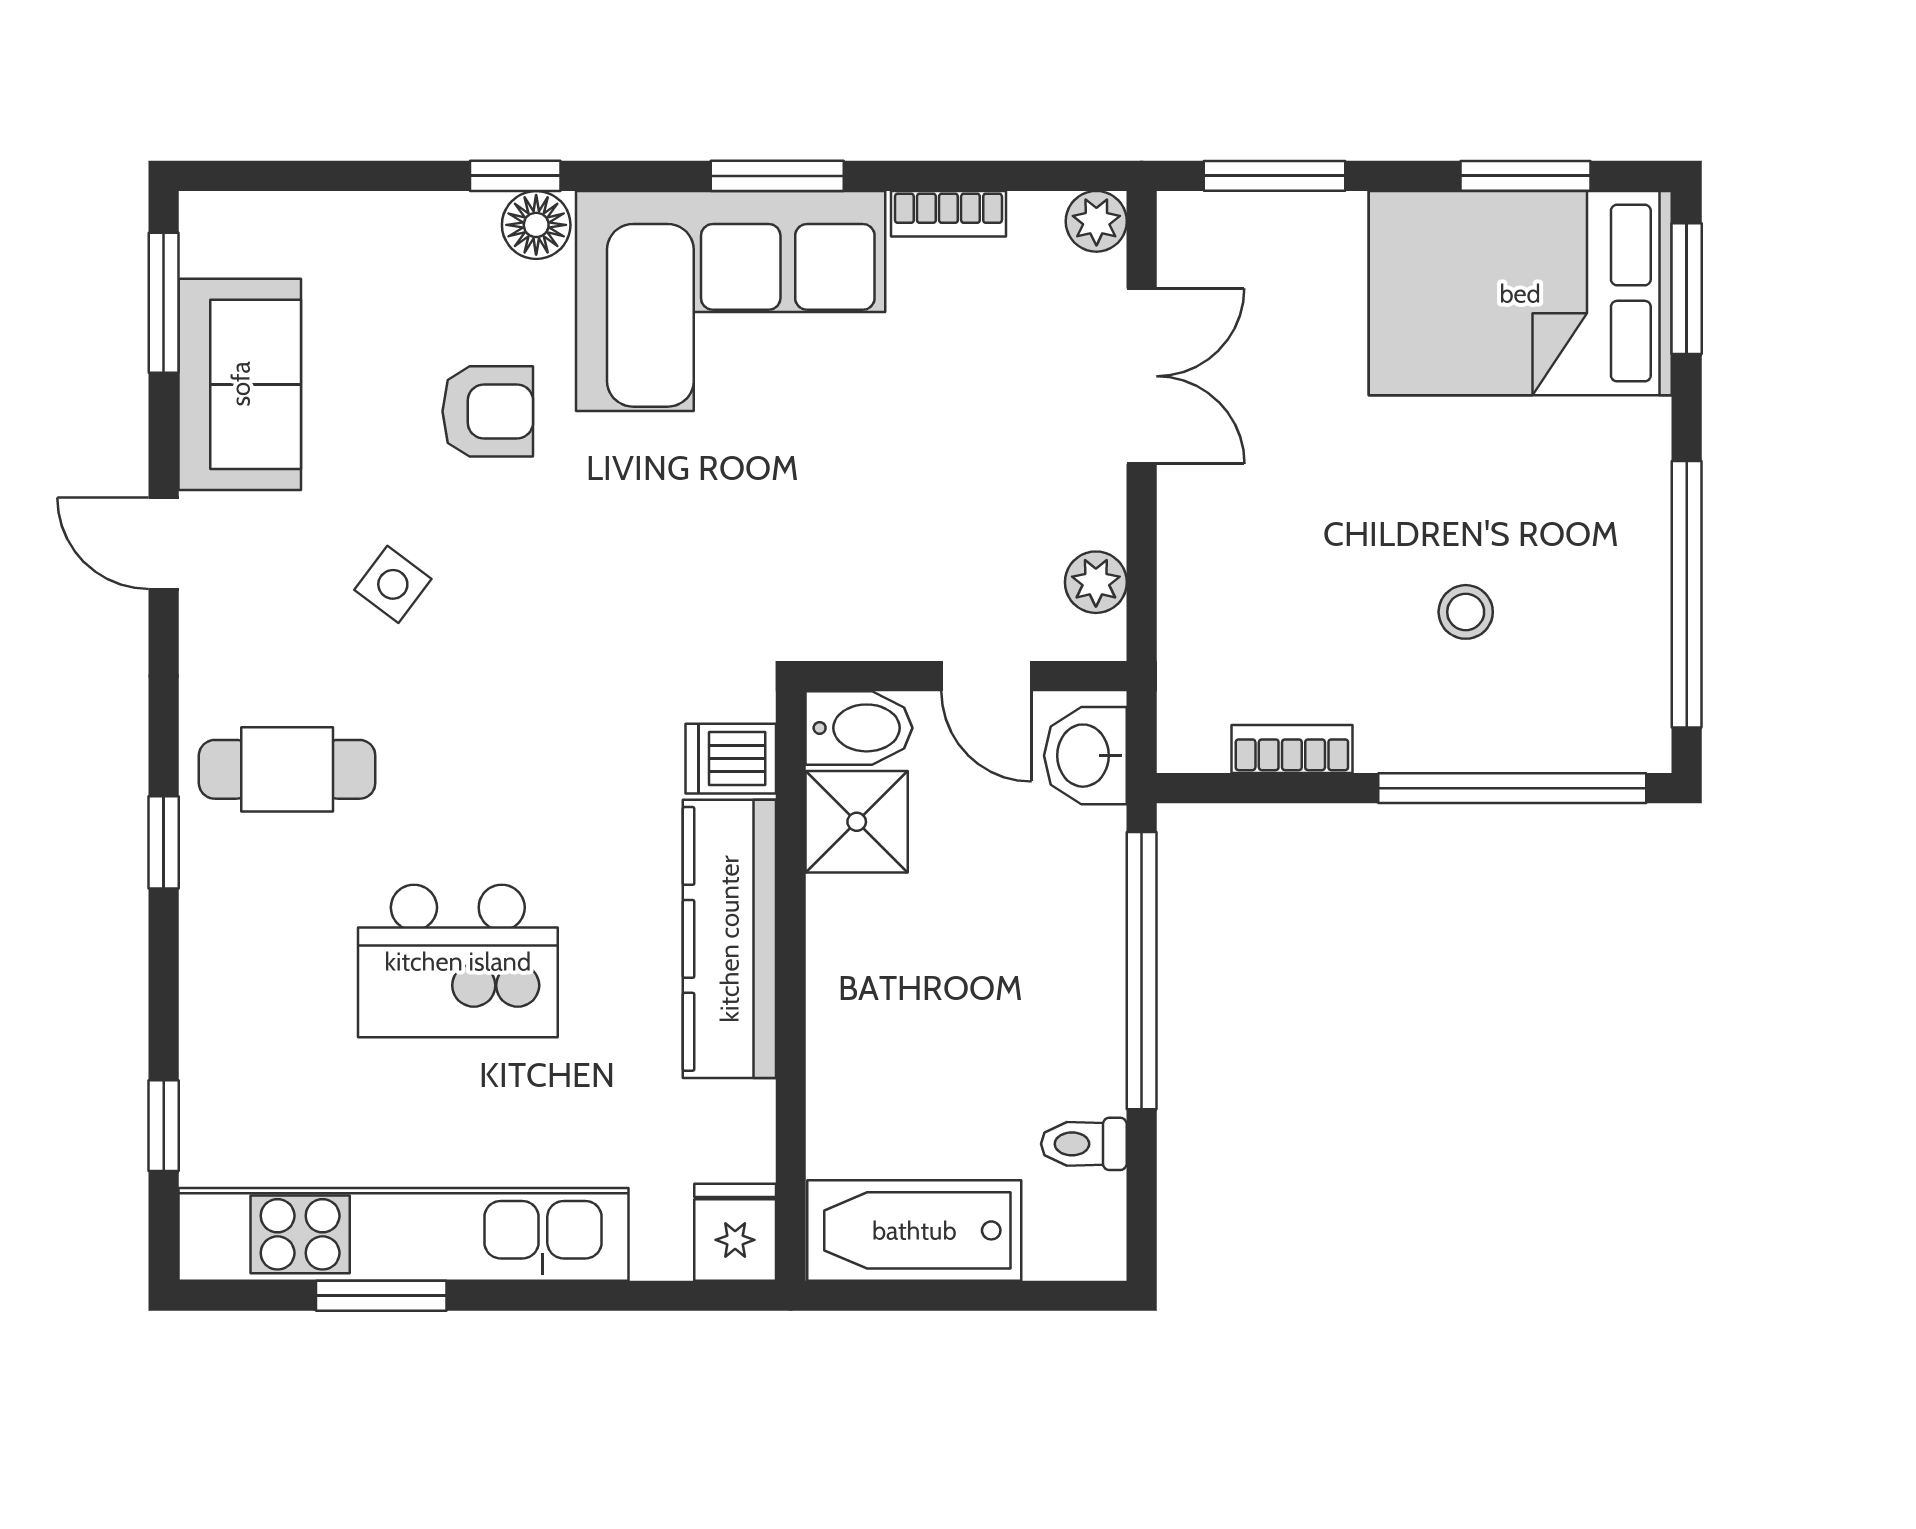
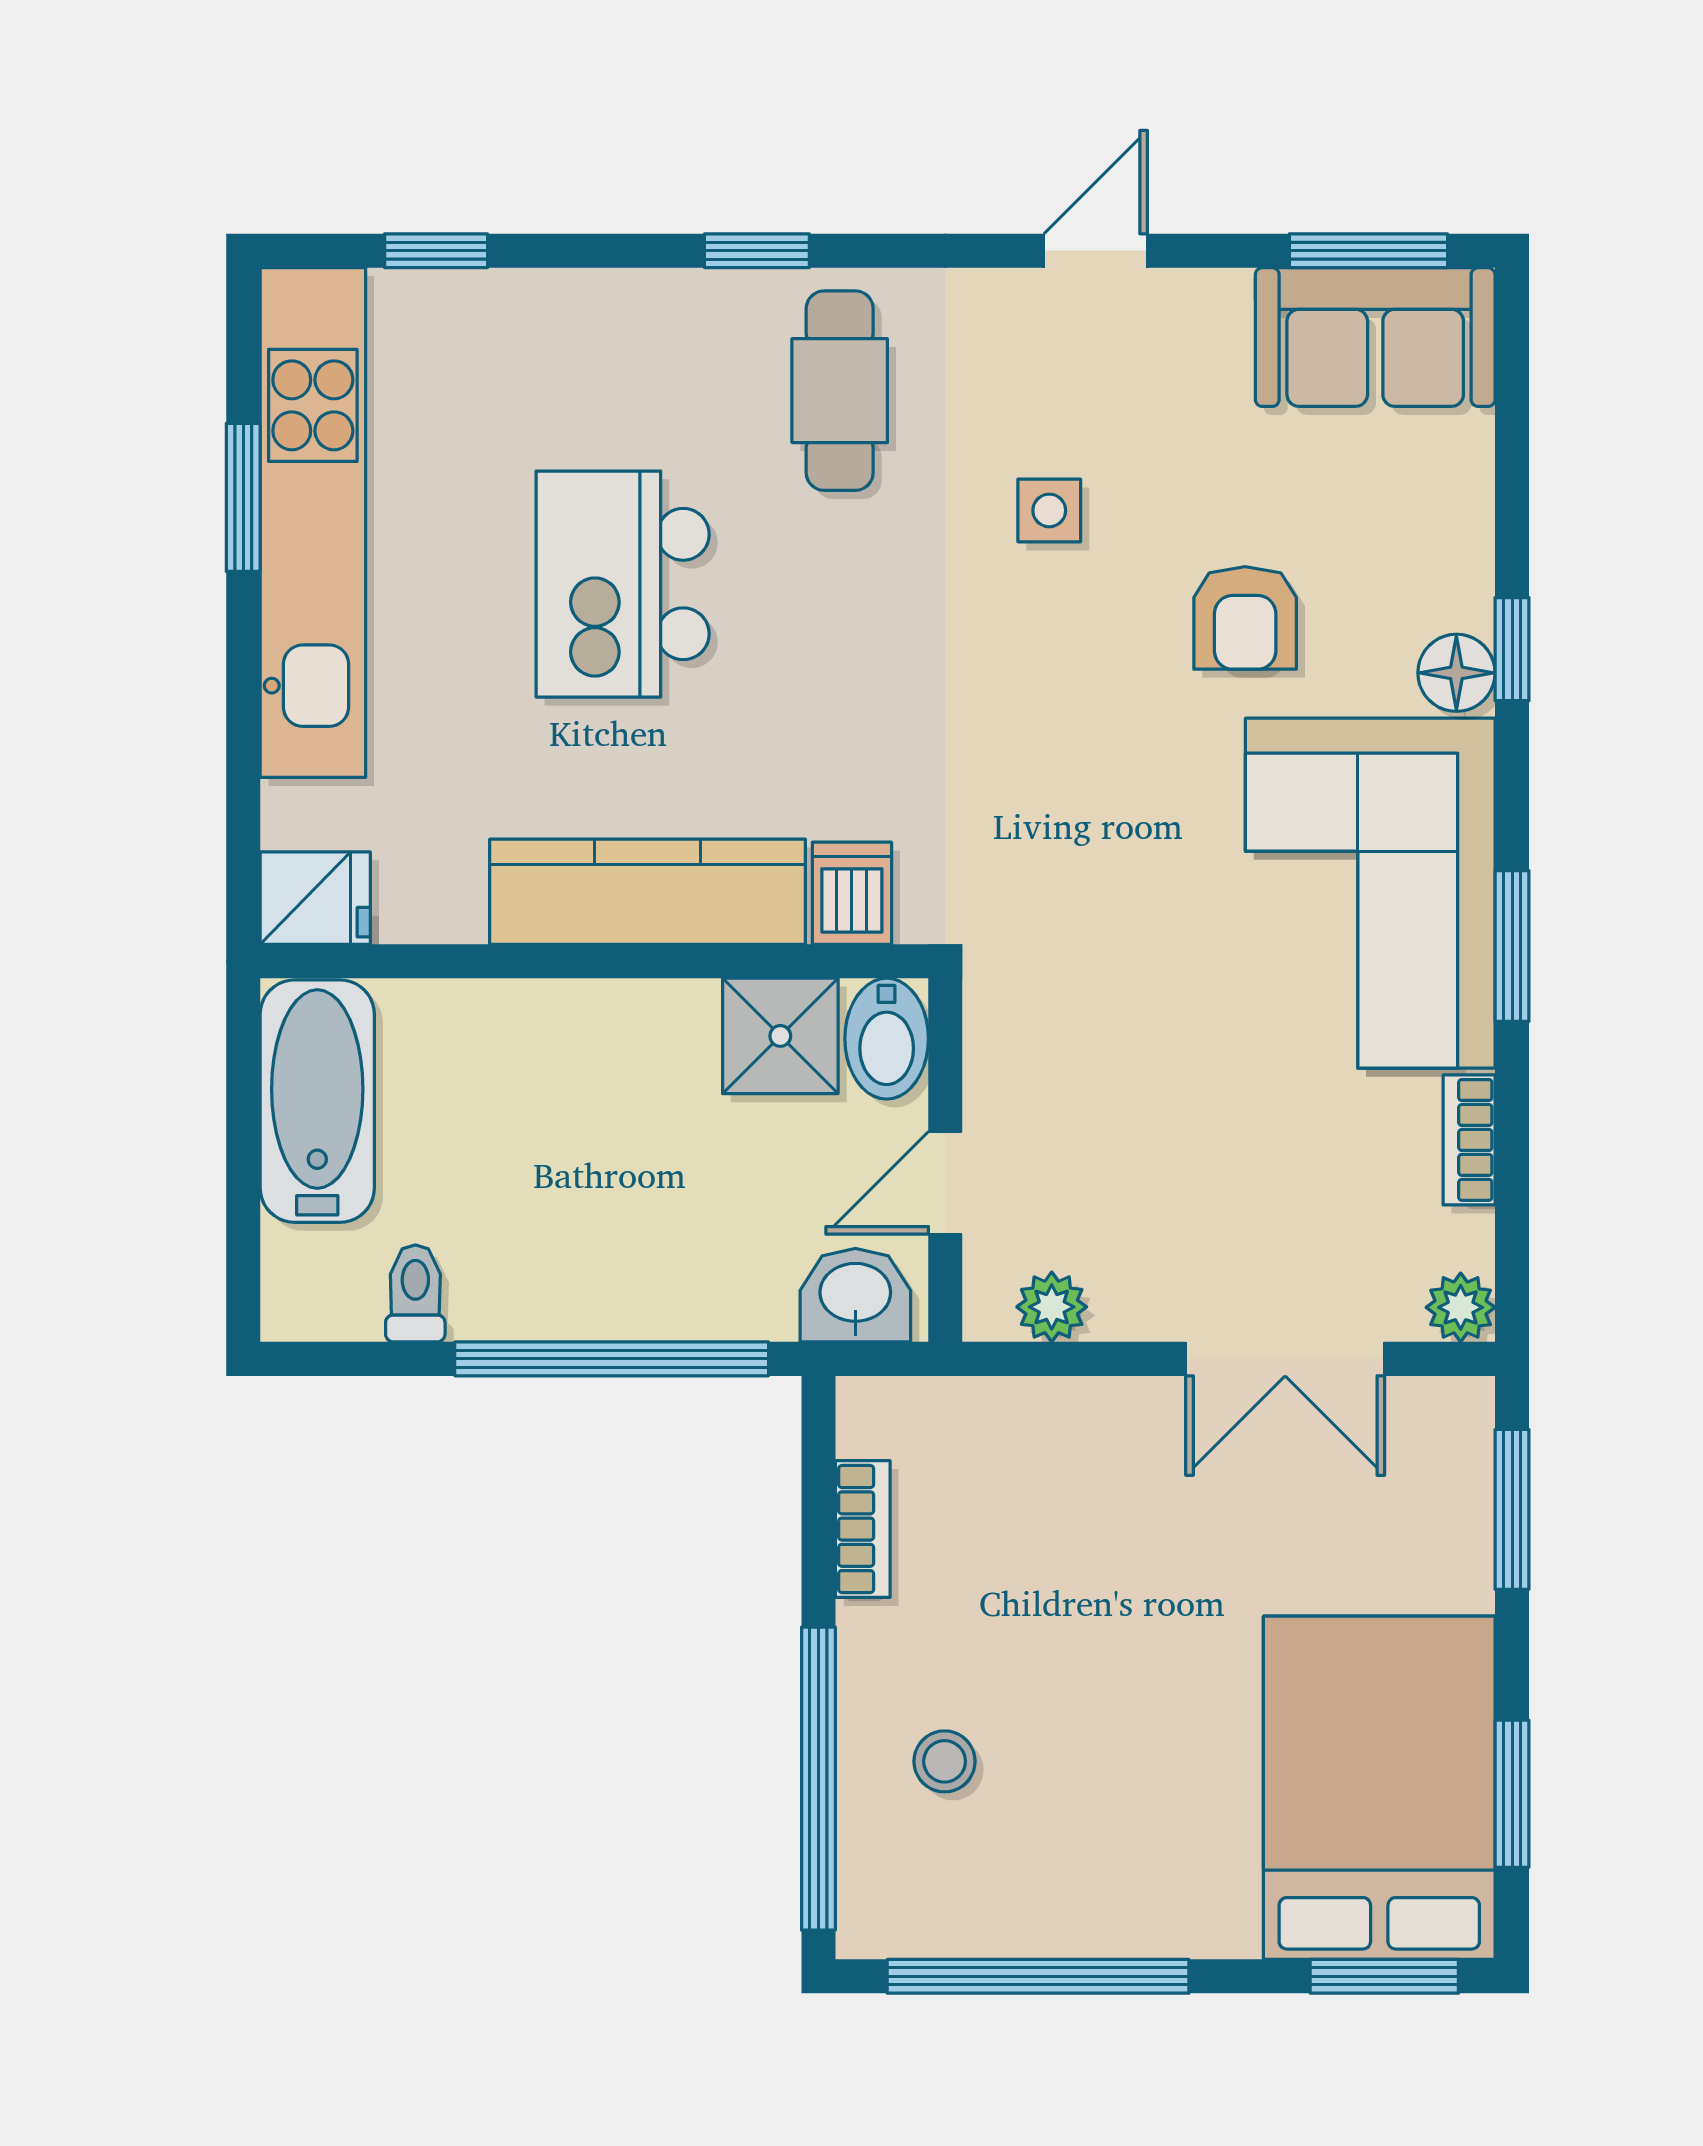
sofa: (240, 384) -> (1375, 337), moved
side table: (393, 584) -> (1049, 510), turned -37
stool: (1466, 612) -> (945, 1761), moved

